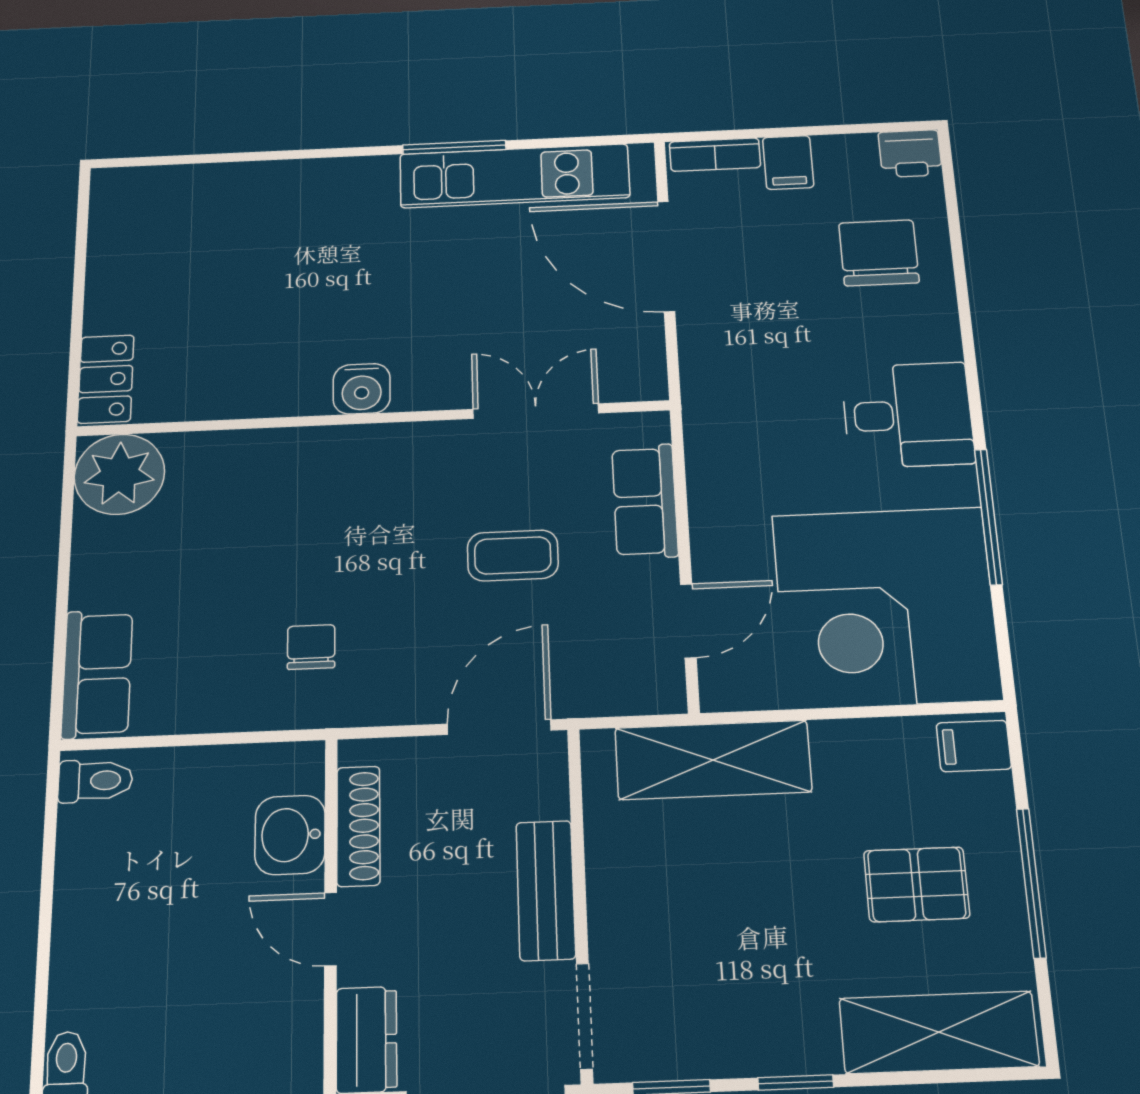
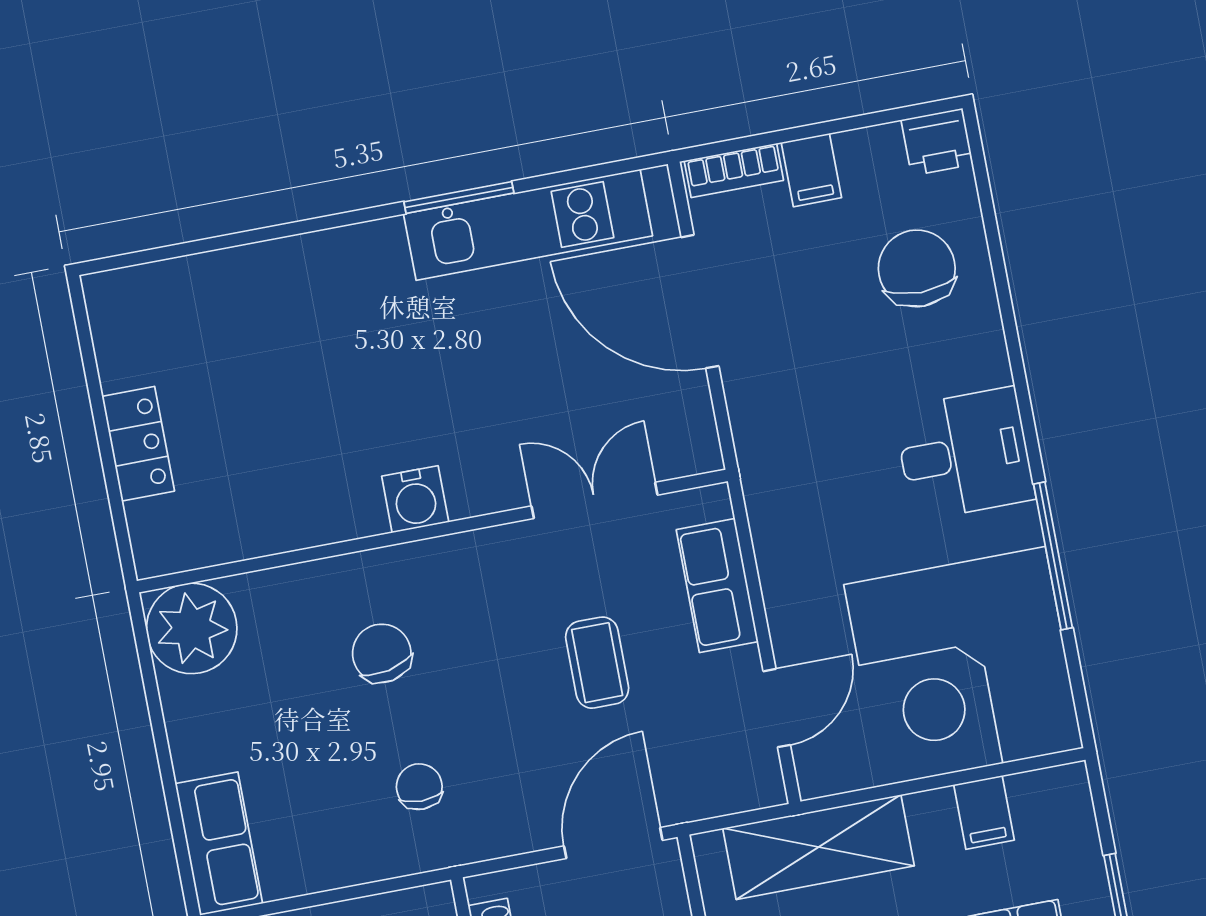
locker: (106, 379) -> (138, 444), moved
chair: (300, 520) -> (382, 653), added
coffee table: (513, 555) -> (597, 663), turned 90
filing cabinet: (974, 746) -> (984, 812), moved, turned -90

